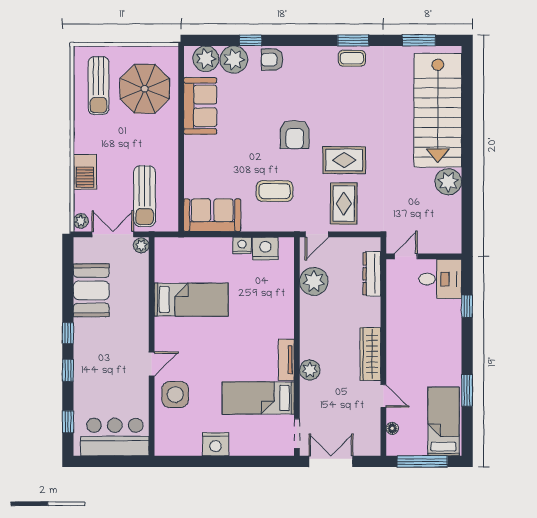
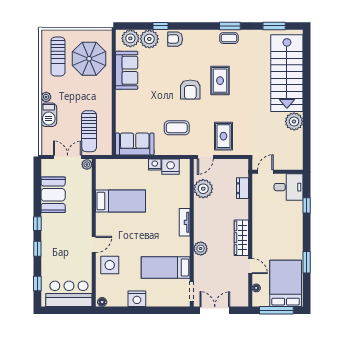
rug: (344, 160) -> (220, 81), moved, turned 90
plant: (81, 221) -> (46, 97), moved
dresser: (372, 274) -> (242, 188), width x0.70
tv unit: (286, 360) -> (185, 222), moved
bed: (444, 421) -> (286, 283), width x1.50
floor lamp: (164, 449) -> (102, 302), added

